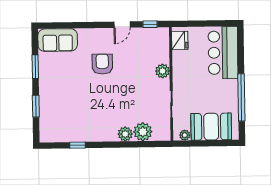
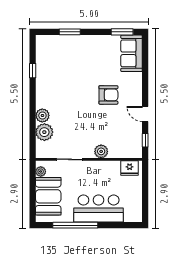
bar counter: (223, 53) -> (99, 208), moved
window: (35, 67) -> (122, 32), moved

